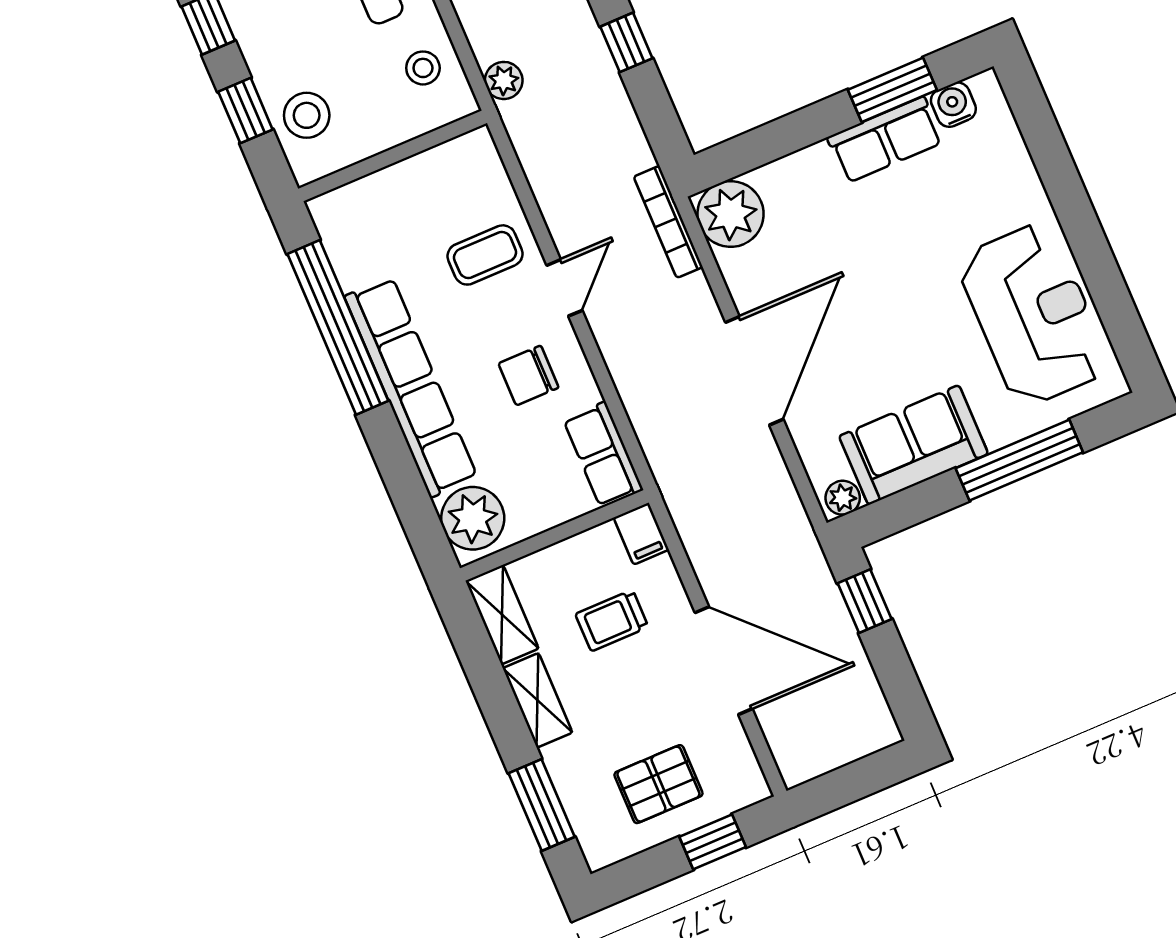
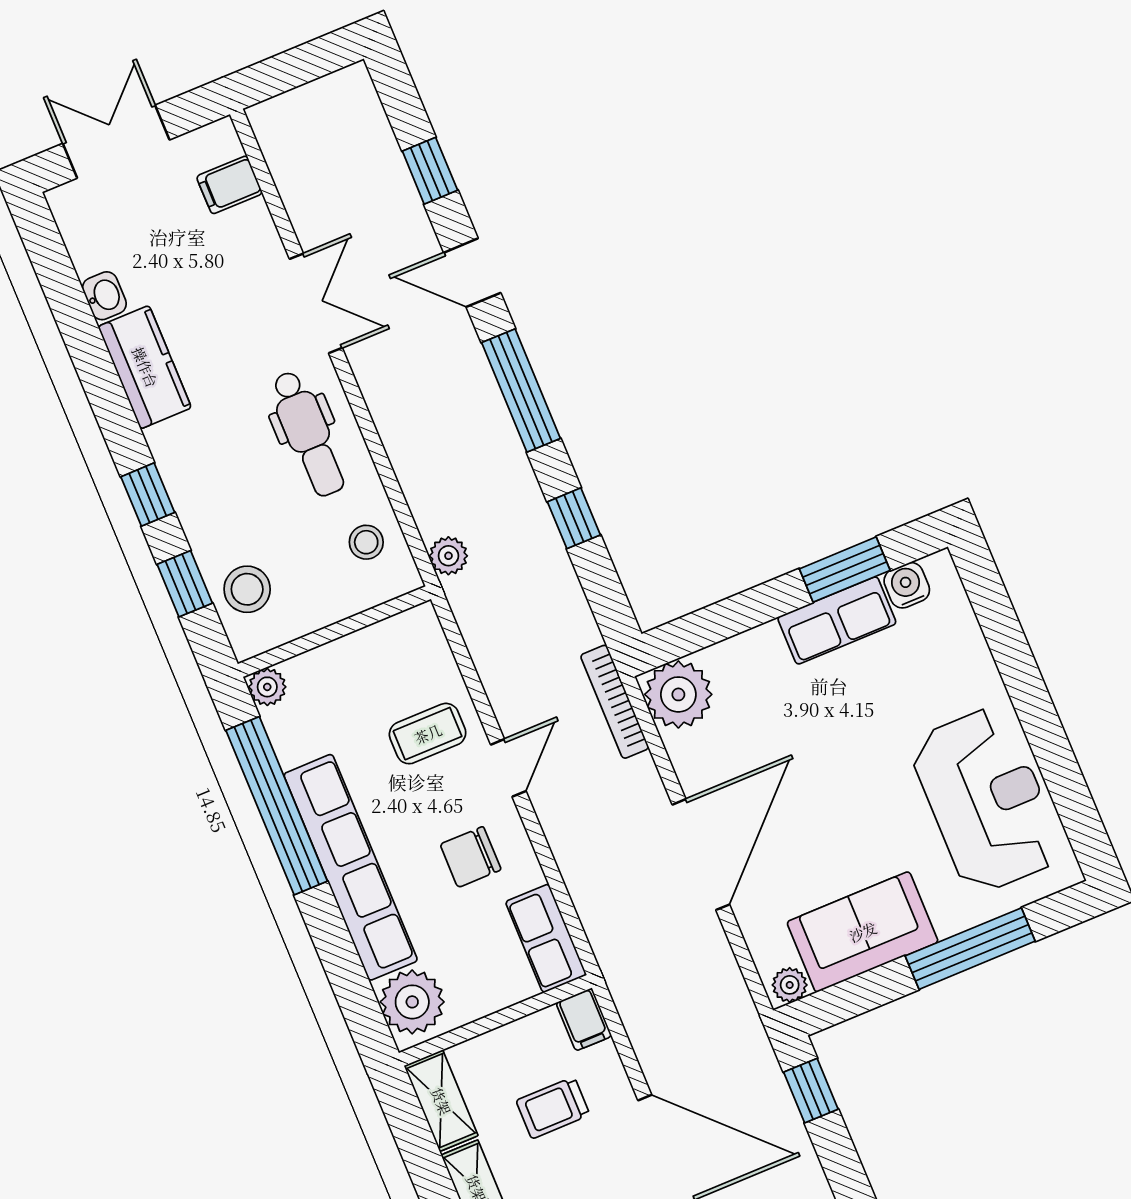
plant: (327, 211) -> (267, 687), added

